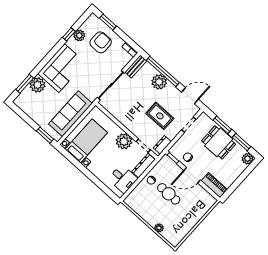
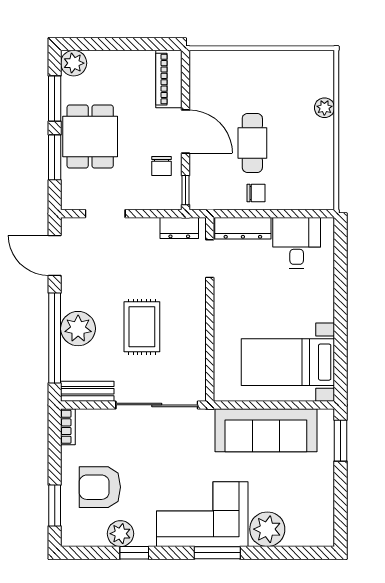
window: (25, 84) -> (217, 553), moved
rug: (160, 116) -> (142, 327), moved
plant: (124, 141) -> (232, 298), removed

